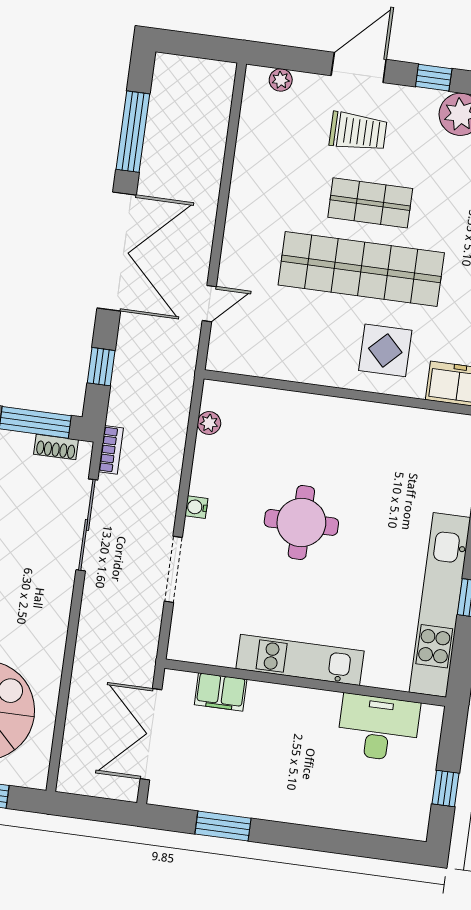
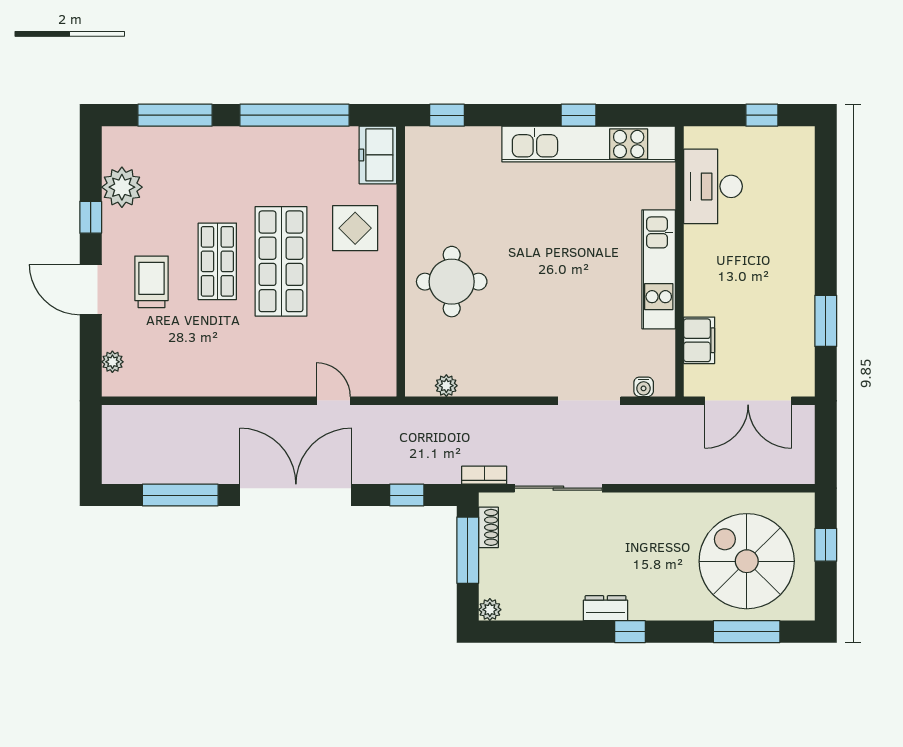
shop shelf: (361, 269) -> (281, 261), width x0.71
water cooler: (196, 507) -> (644, 387), moved
round table: (301, 522) -> (452, 282), moved

